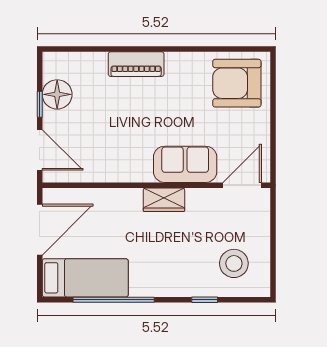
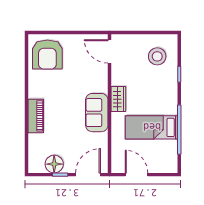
sofa: (185, 164) -> (97, 113), moved
door: (40, 230) -> (137, 175), width x0.73
bed: (85, 278) -> (152, 127), moved, turned -90

